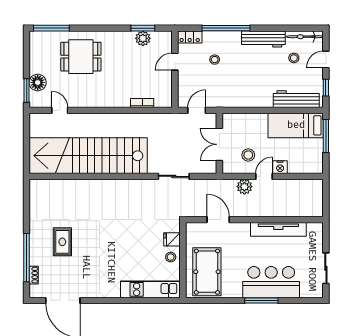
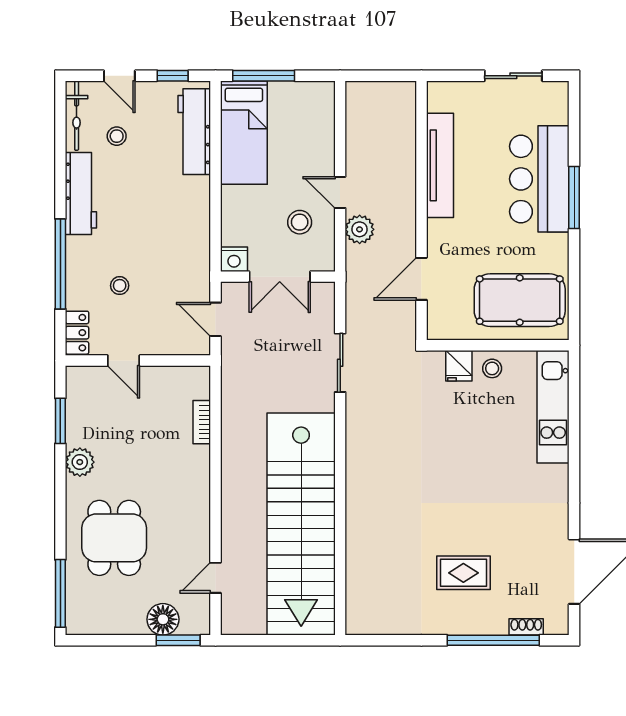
plant: (143, 38) -> (80, 462), moved
nightstand: (280, 167) -> (234, 259), moved, turned 90

